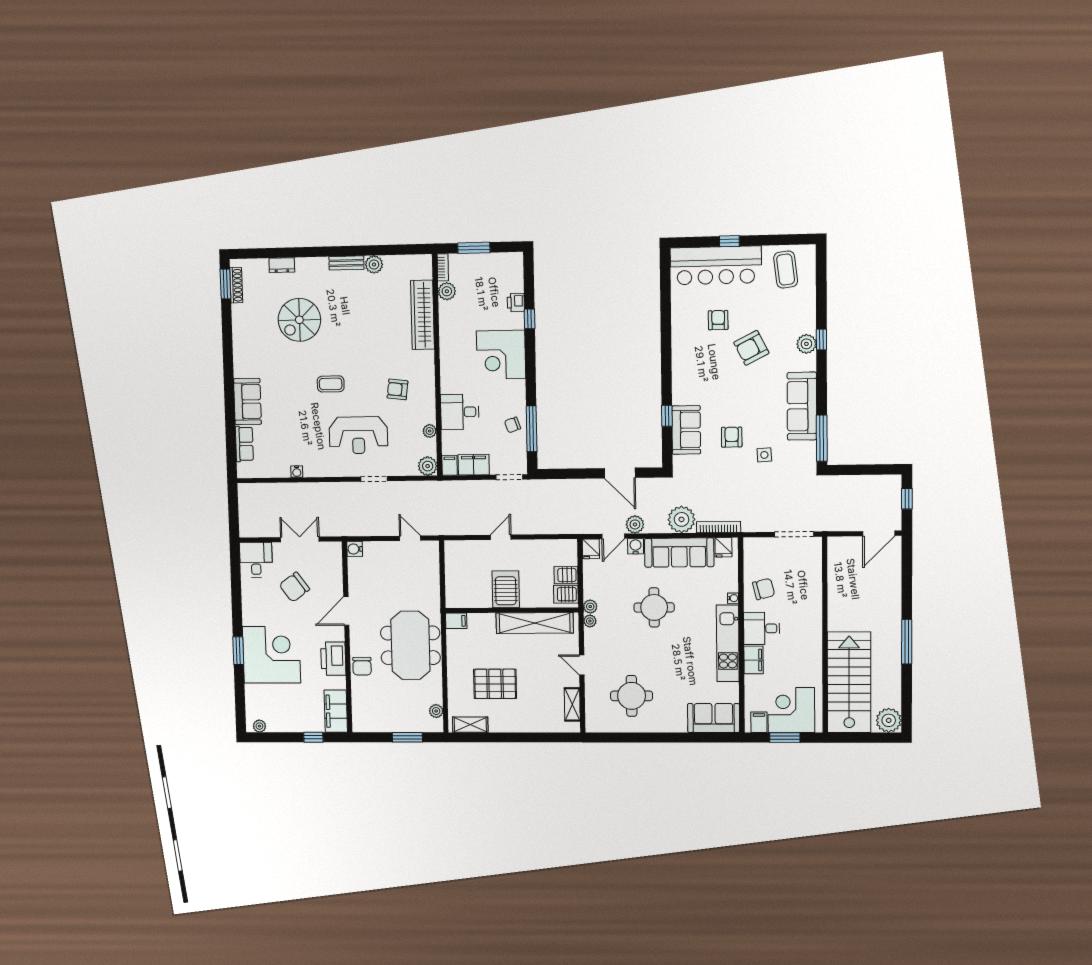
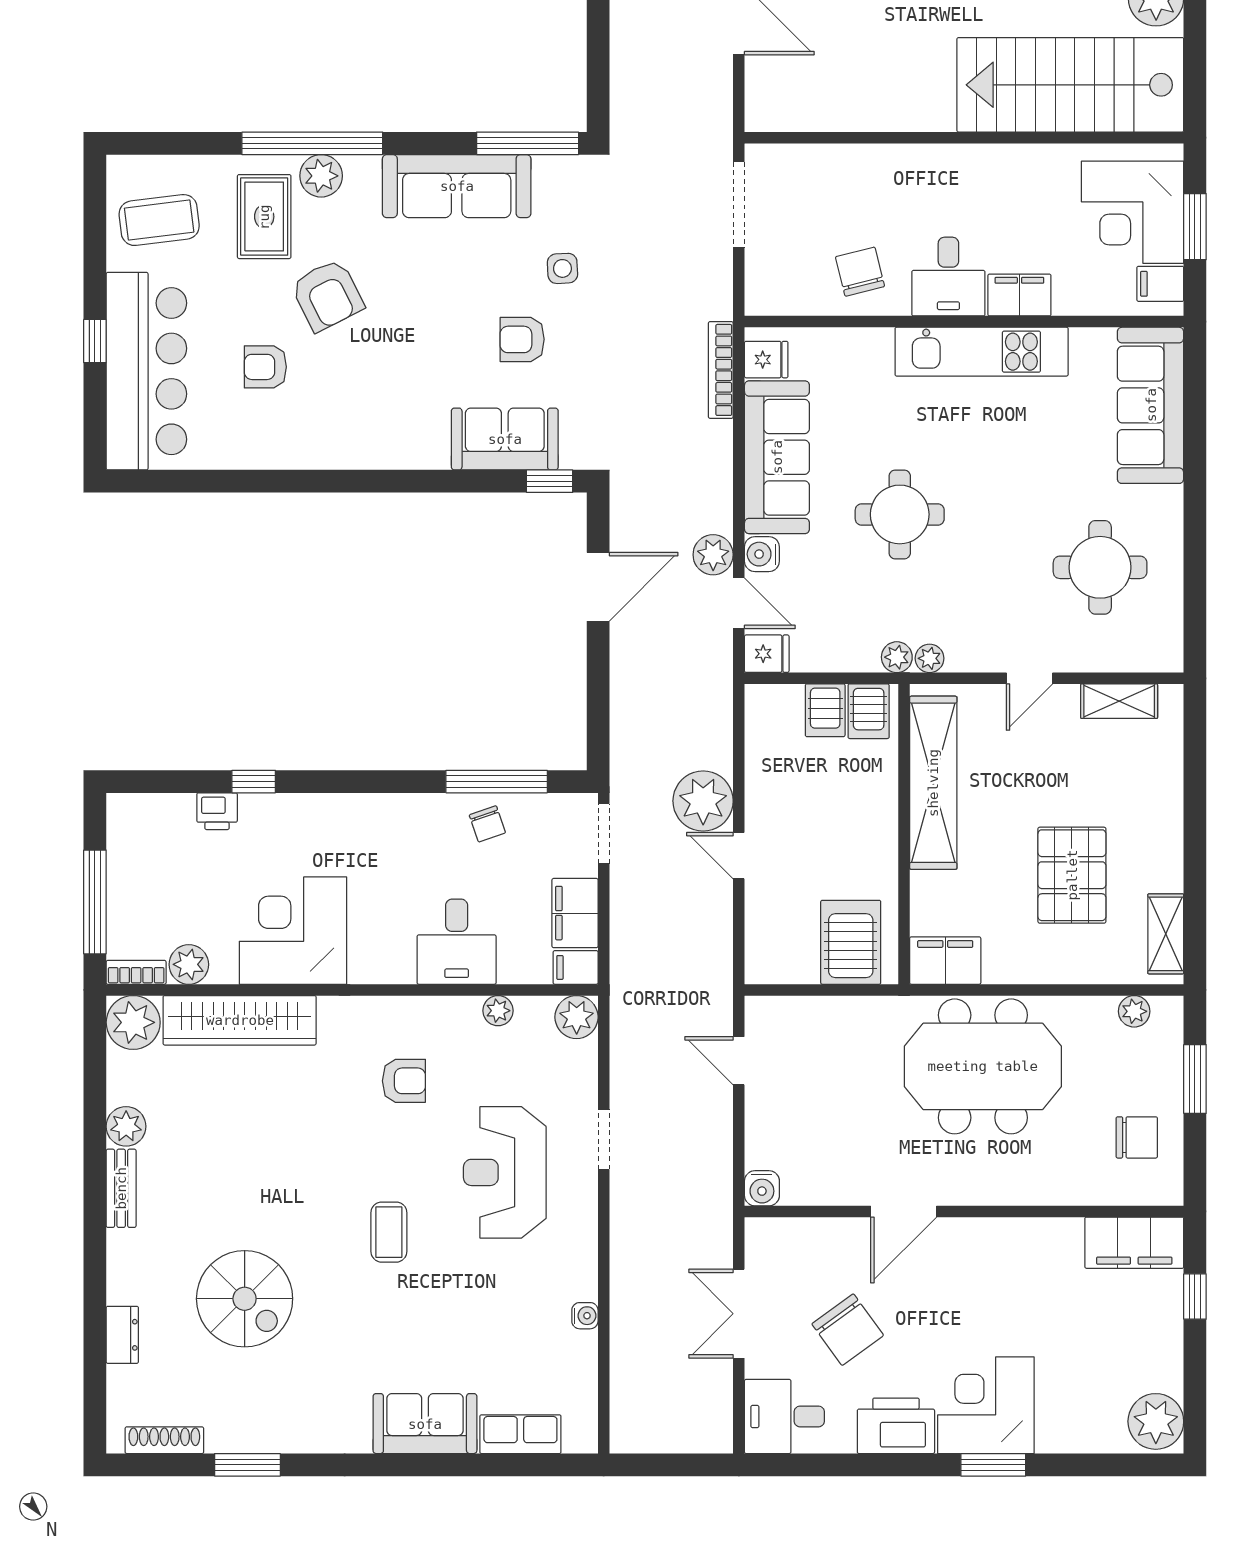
window: (474, 248) -> (95, 902), width x1.44
plant: (420, 267) -> (133, 1022), added
window: (225, 284) -> (247, 1465), moved
rug: (787, 318) -> (264, 217), added
window: (821, 340) -> (312, 143), width x3.17
corner desk: (501, 355) -> (293, 931), moved, turned 180
armchair: (397, 389) -> (404, 1081), turned -97
window: (667, 416) -> (550, 481), moved
reception desk: (358, 435) -> (505, 1172), turned 180
plant: (681, 519) -> (703, 801), moved
door: (410, 538) -> (739, 1061), hinge flipped
server rack: (506, 589) -> (851, 942), moved, turned 90
water cooler: (733, 598) -> (880, 339), removed
door: (346, 611) -> (904, 1211), hinge flipped
filing cabinet: (456, 621) -> (945, 961), width x2.00
corner desk: (271, 655) -> (986, 1405), width x0.74, depth x0.74
printer: (333, 659) -> (896, 1426), moved, turned 180
chair: (362, 666) -> (1137, 1137), moved
sofa: (714, 718) -> (1151, 405), width x1.36
plant: (259, 726) -> (1156, 1421), width x1.87, depth x1.87

